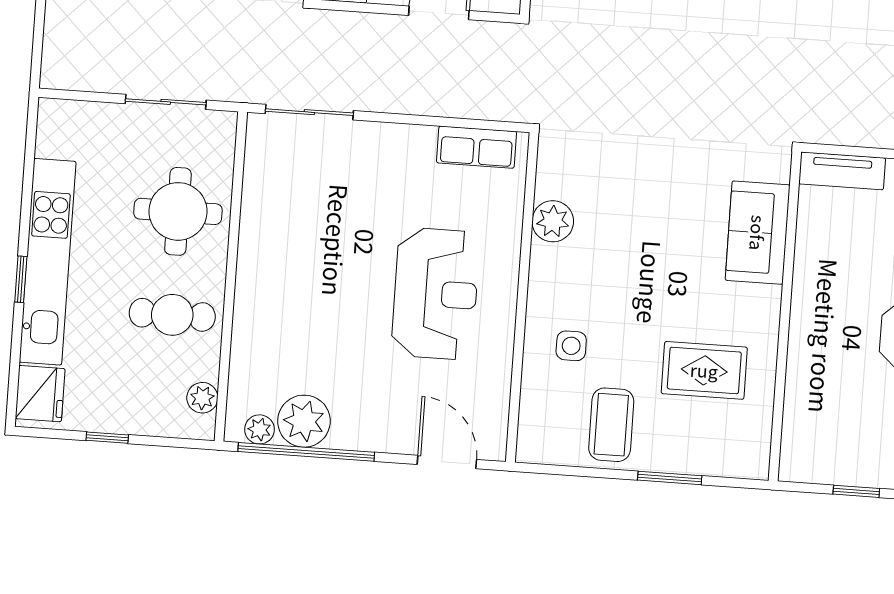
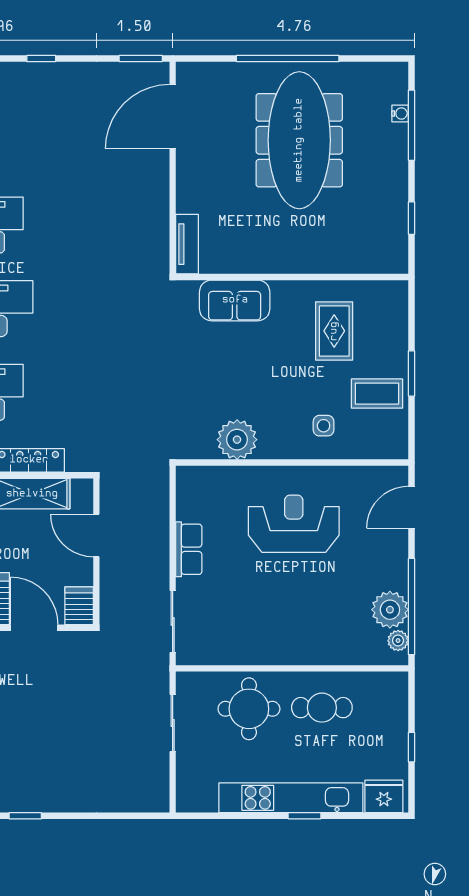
row of seats: (477, 147) -> (189, 549), moved
plant: (553, 221) -> (237, 440), width x1.36, depth x1.36
cafe table: (172, 315) -> (322, 708), turned 90
plant: (202, 398) -> (379, 682), removed
window: (670, 478) -> (411, 374), moved

